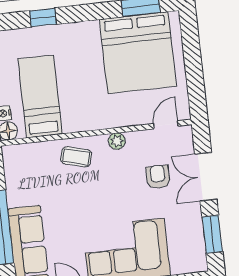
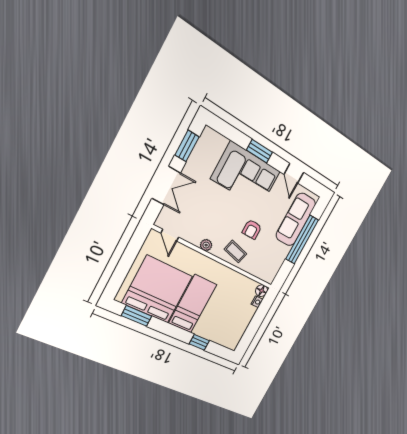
bed: (40, 96) -> (193, 304), moved, turned 180
door: (166, 125) -> (170, 235), hinge flipped
armchair: (158, 177) -> (252, 229), moved

